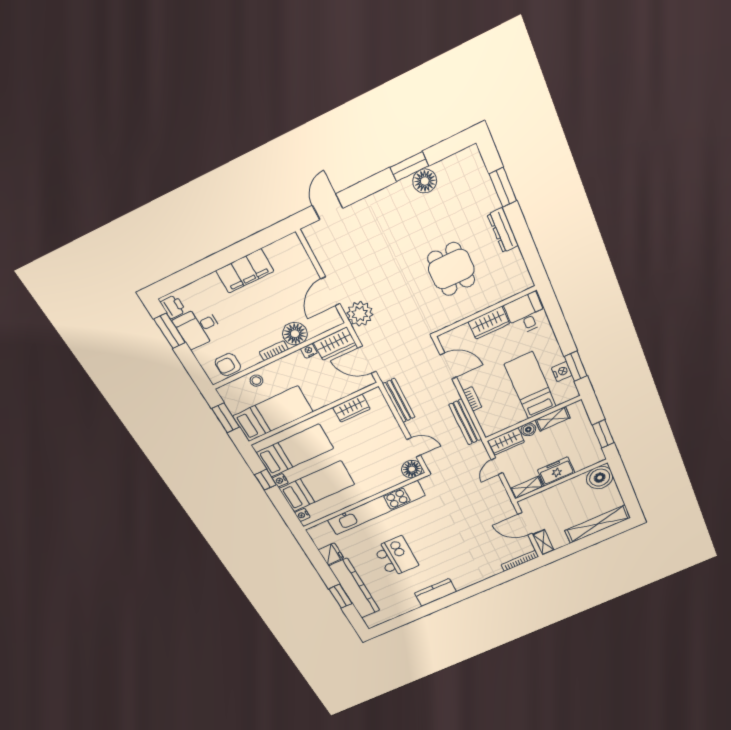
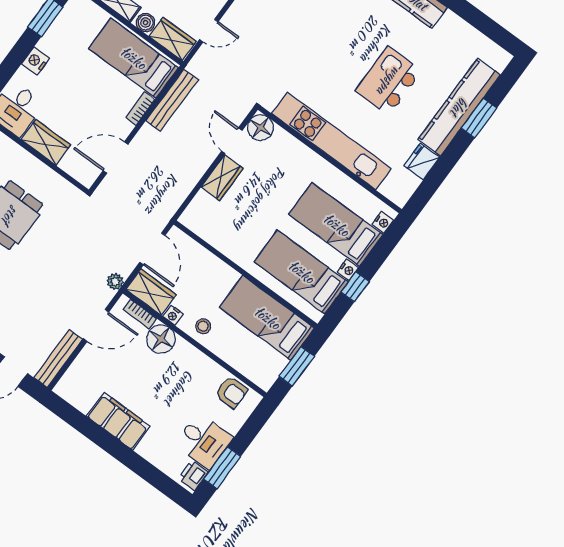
plant: (360, 314) -> (115, 282), width x0.53, depth x0.53
bookcase: (274, 351) -> (140, 314), moved
door: (448, 366) -> (116, 158), hinge flipped
nightstand: (562, 372) -> (36, 61), moved
stool: (256, 381) -> (203, 326), moved
bed: (530, 385) -> (133, 58), moved, turned 90
bench: (399, 401) -> (58, 359), moved
wardrobe: (351, 408) -> (222, 178), moved, turned 90

